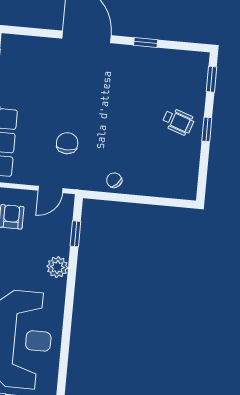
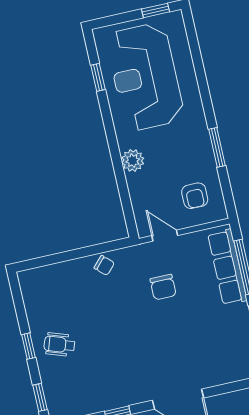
door: (50, 189) -> (165, 236), hinge flipped
window: (75, 234) -> (98, 77), moved

